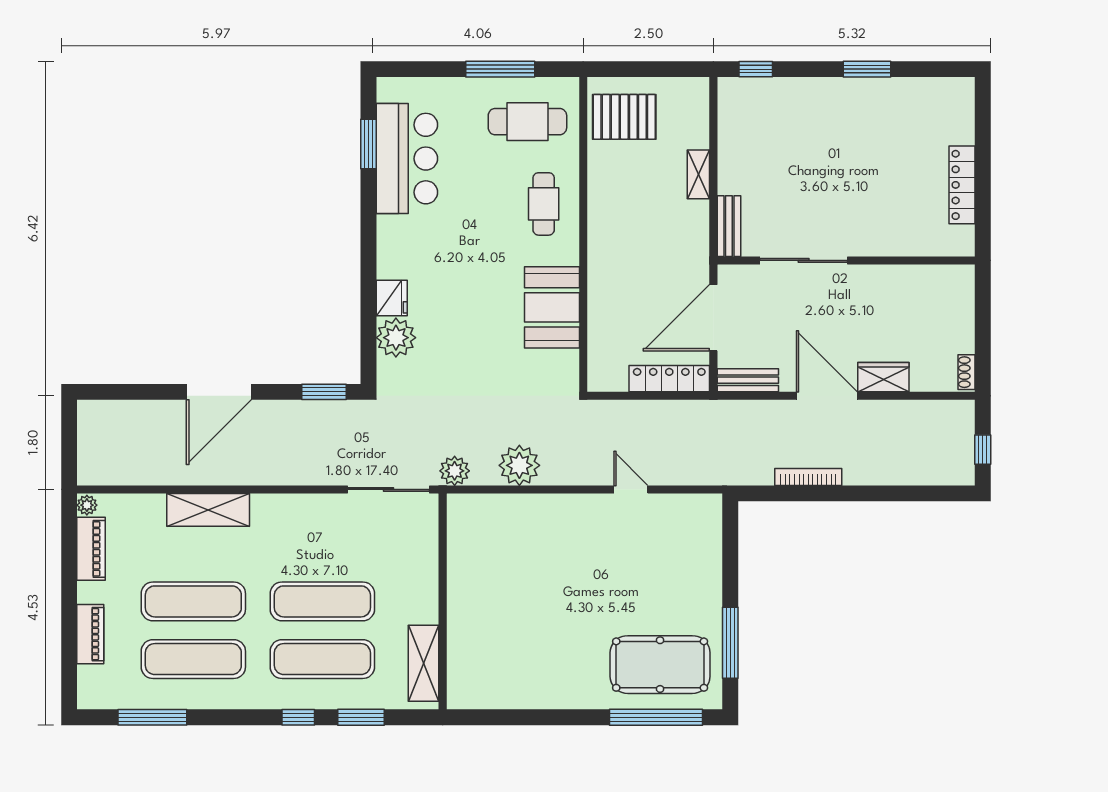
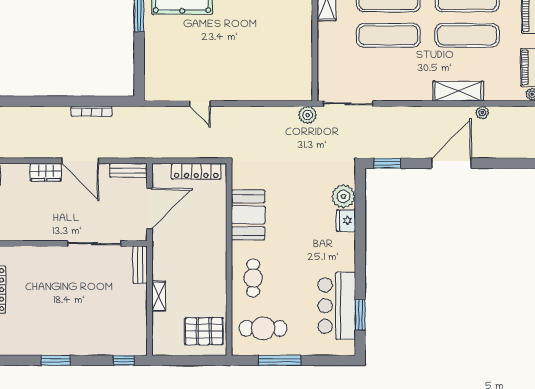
locker: (669, 379) -> (196, 171), moved
plant: (519, 465) -> (482, 113), moved, width x0.53, depth x0.53

